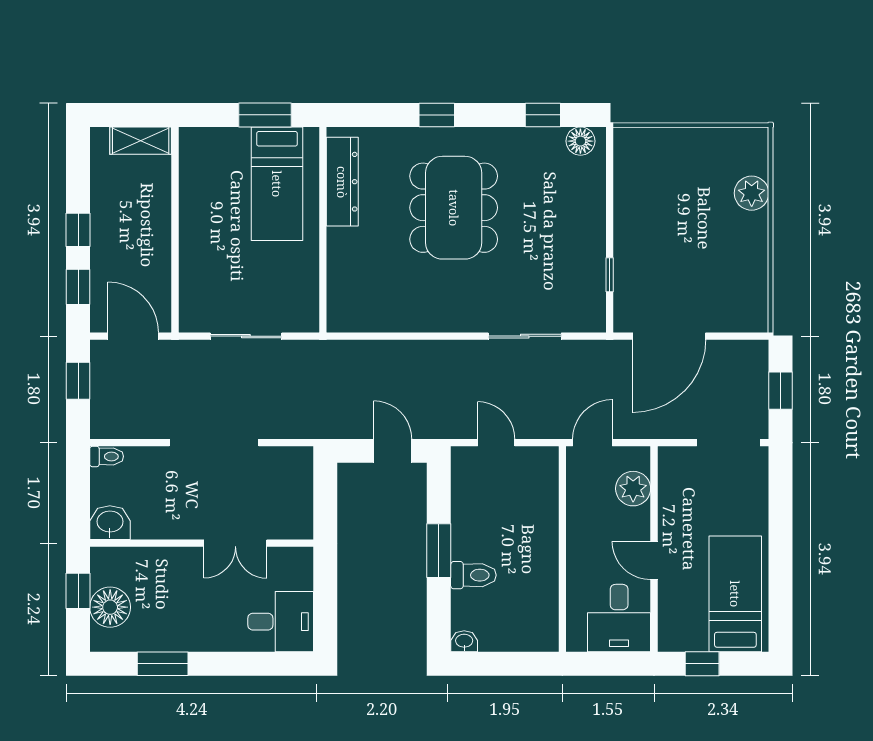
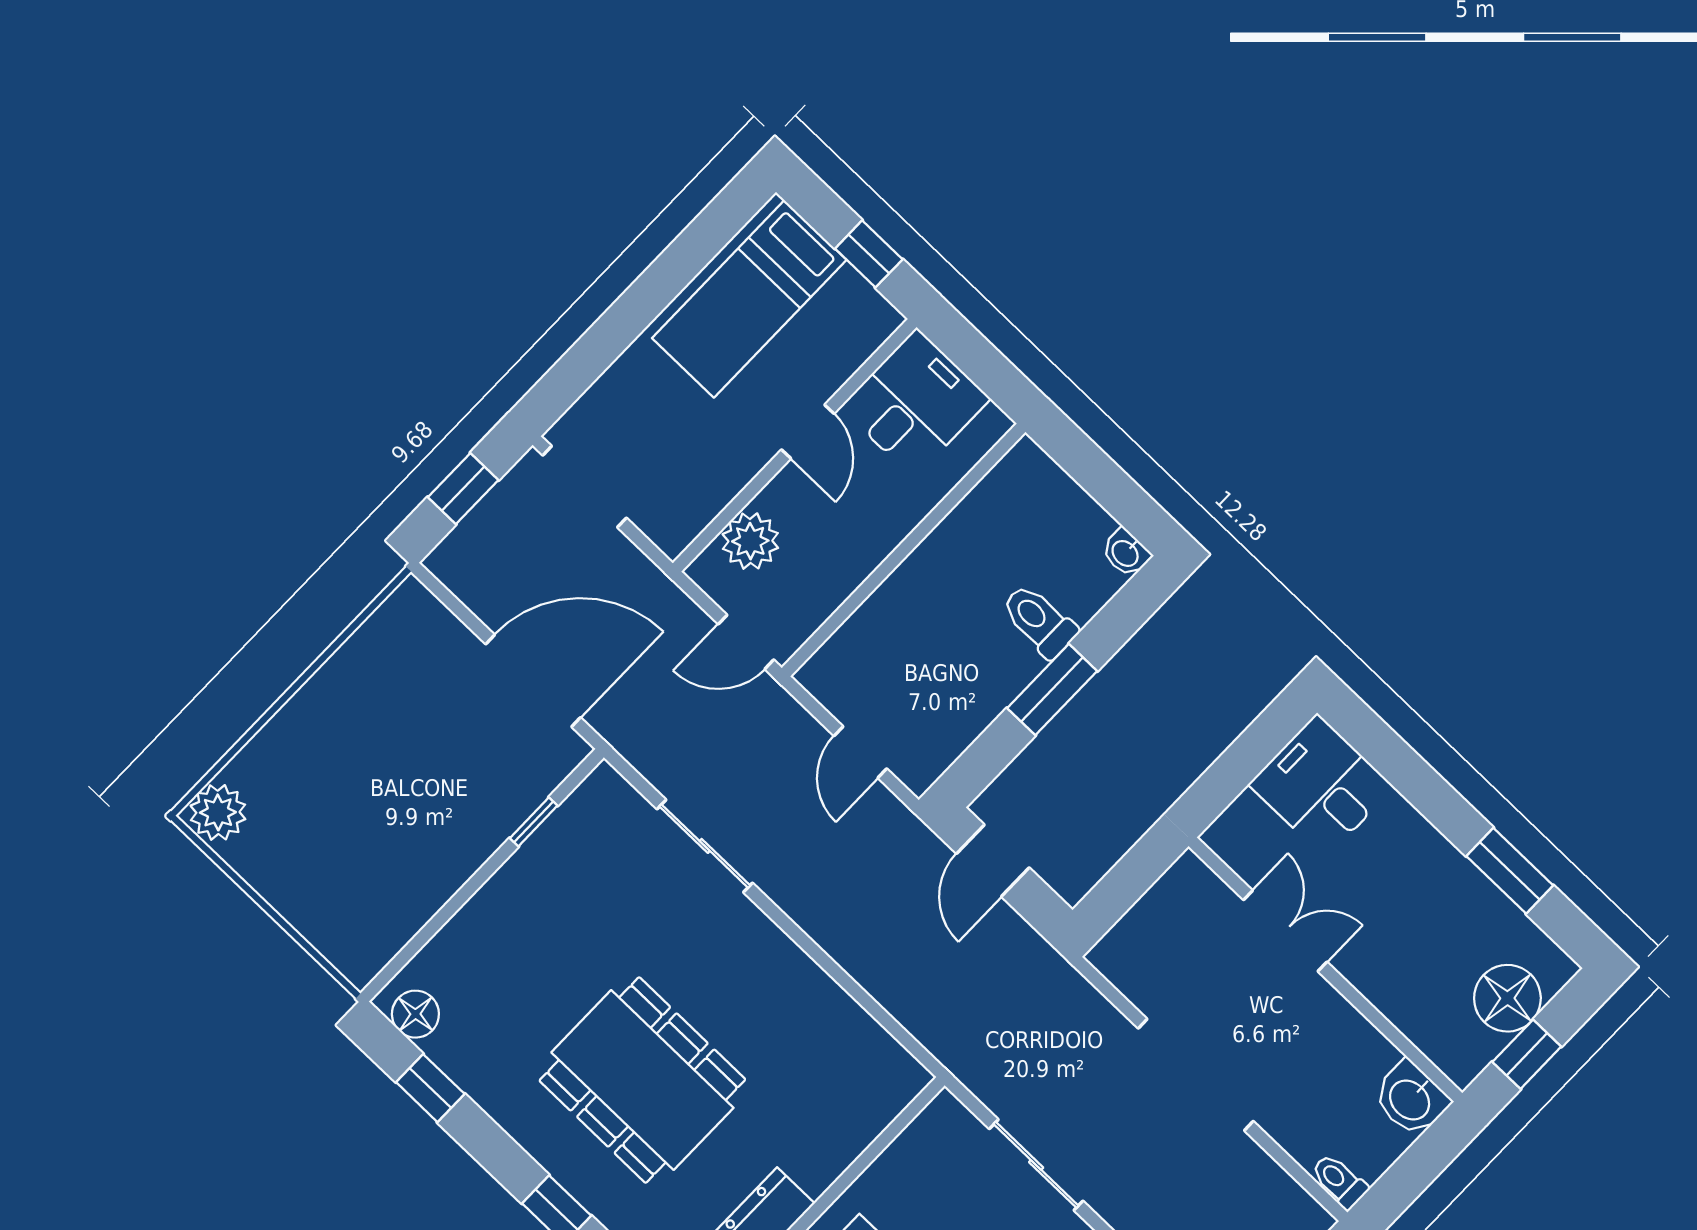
plant: (752, 193) -> (218, 812), moved
dining table: (454, 208) -> (642, 1080), turned 90

